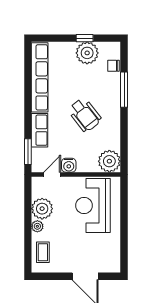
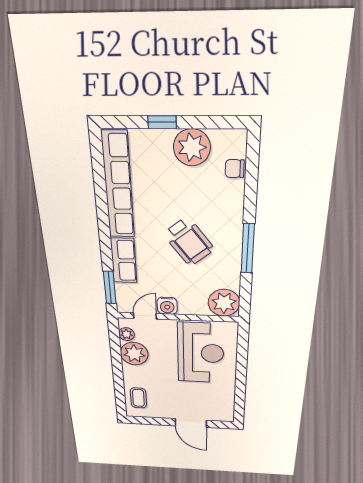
window: (85, 38) -> (162, 122), moved
window: (124, 90) -> (248, 249), moved
reception desk: (93, 206) -> (201, 353), turned 180
plant: (37, 226) -> (126, 334), moved

